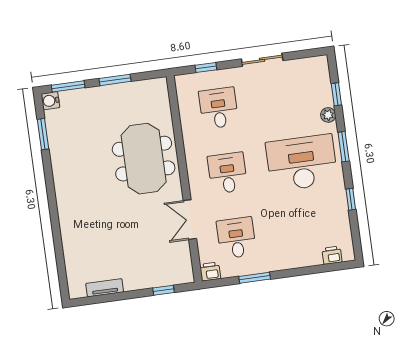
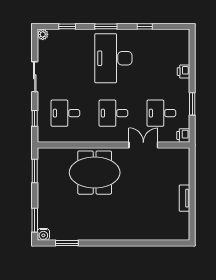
window: (115, 80) -> (35, 171), moved
plant: (328, 115) -> (43, 34), moved
double door: (190, 220) -> (143, 145), swing flipped
printer: (332, 255) -> (183, 72), moved
tv unit: (105, 288) -> (184, 198), moved
window: (163, 290) -> (192, 171), removed

